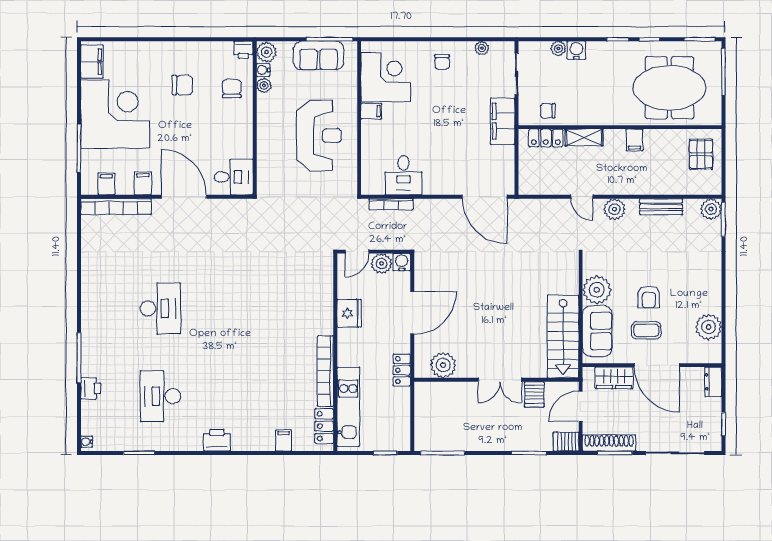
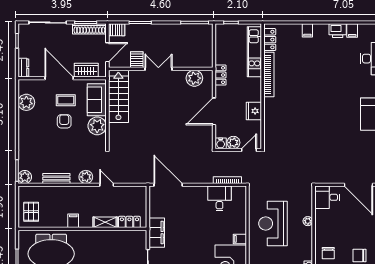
plant: (264, 85) -> (308, 221), moved
chair: (548, 111) -> (128, 239), removed
filing cabinet: (194, 440) -> (352, 31), added
filing cabinet: (283, 441) -> (307, 30), moved

